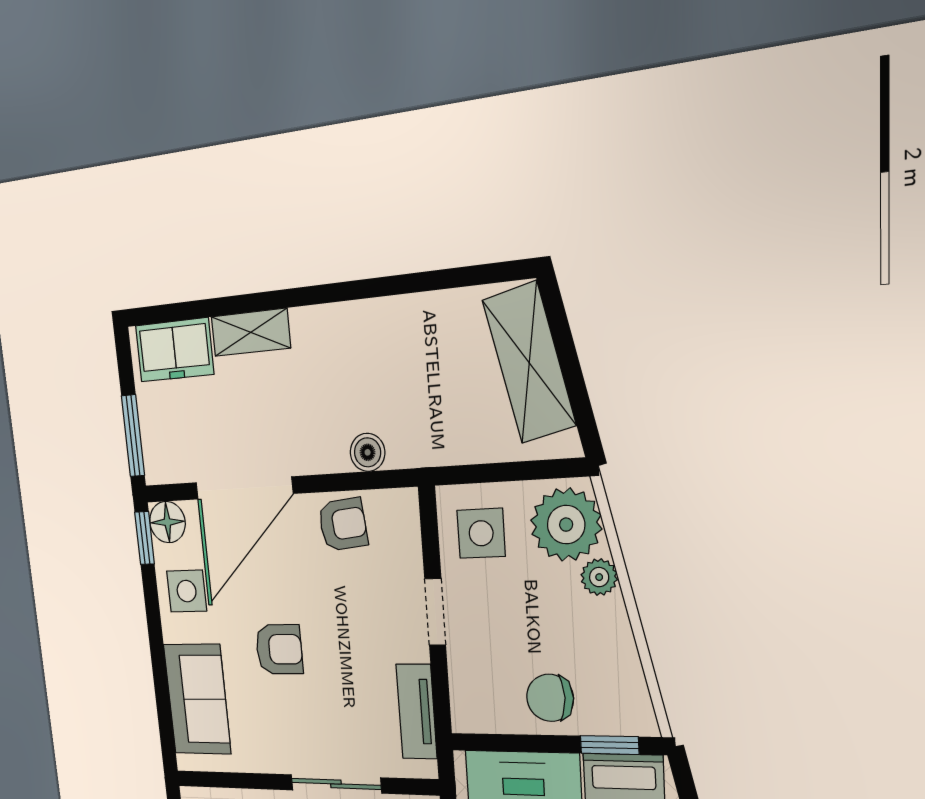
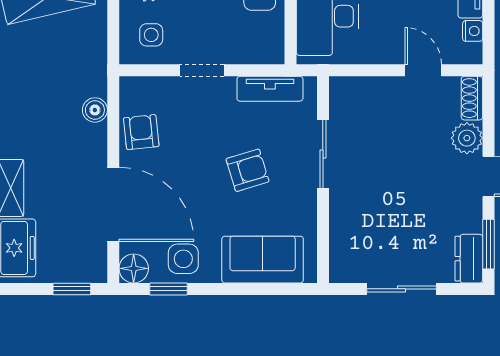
window: (133, 436) -> (72, 289), width x0.67
side table: (481, 533) -> (151, 35), width x0.73, depth x0.73
window: (145, 538) -> (168, 289), moved
armchair: (279, 649) -> (247, 170), moved, turned 73

